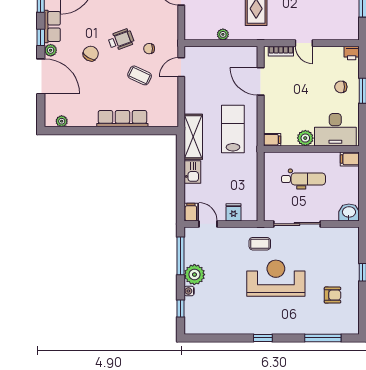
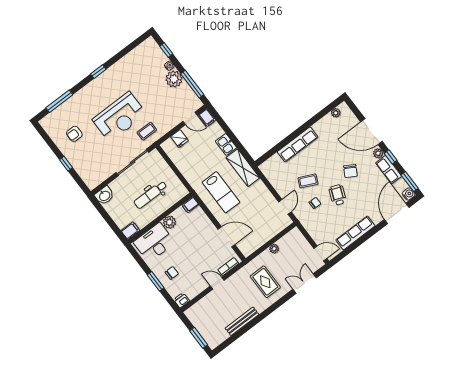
wheelchair: (121, 40) -> (338, 195), turned 132

